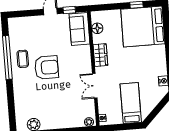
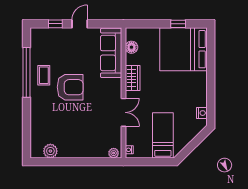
window: (69, 10) -> (55, 24), moved
sofa: (79, 29) -> (111, 53), width x1.36
double door: (95, 86) -> (123, 112), swing flipped

